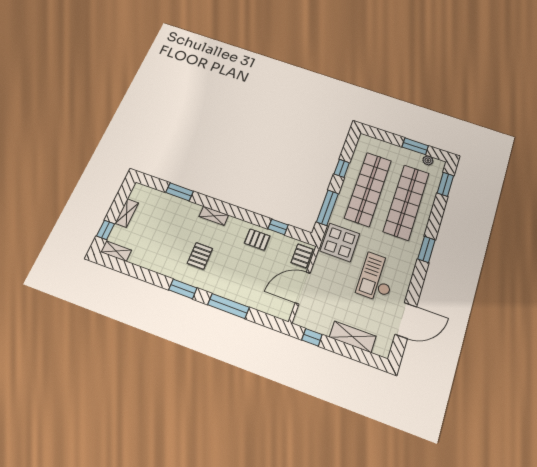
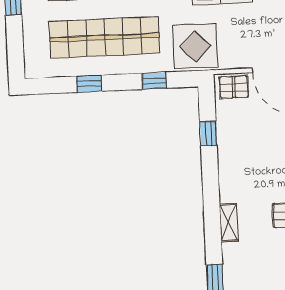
window: (327, 208) -> (154, 81), width x0.46
pallet: (257, 240) -> (237, 153), removed

